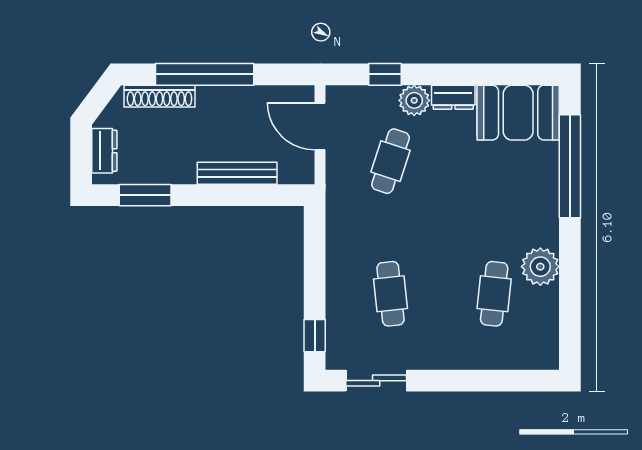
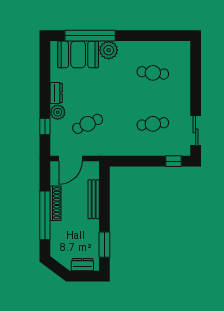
shoe rack: (159, 96) -> (56, 203), moved
booth: (518, 113) -> (78, 54), moved, turned 90
cafe table: (391, 161) -> (88, 124), turned -42
plant: (540, 267) -> (109, 50), moved

